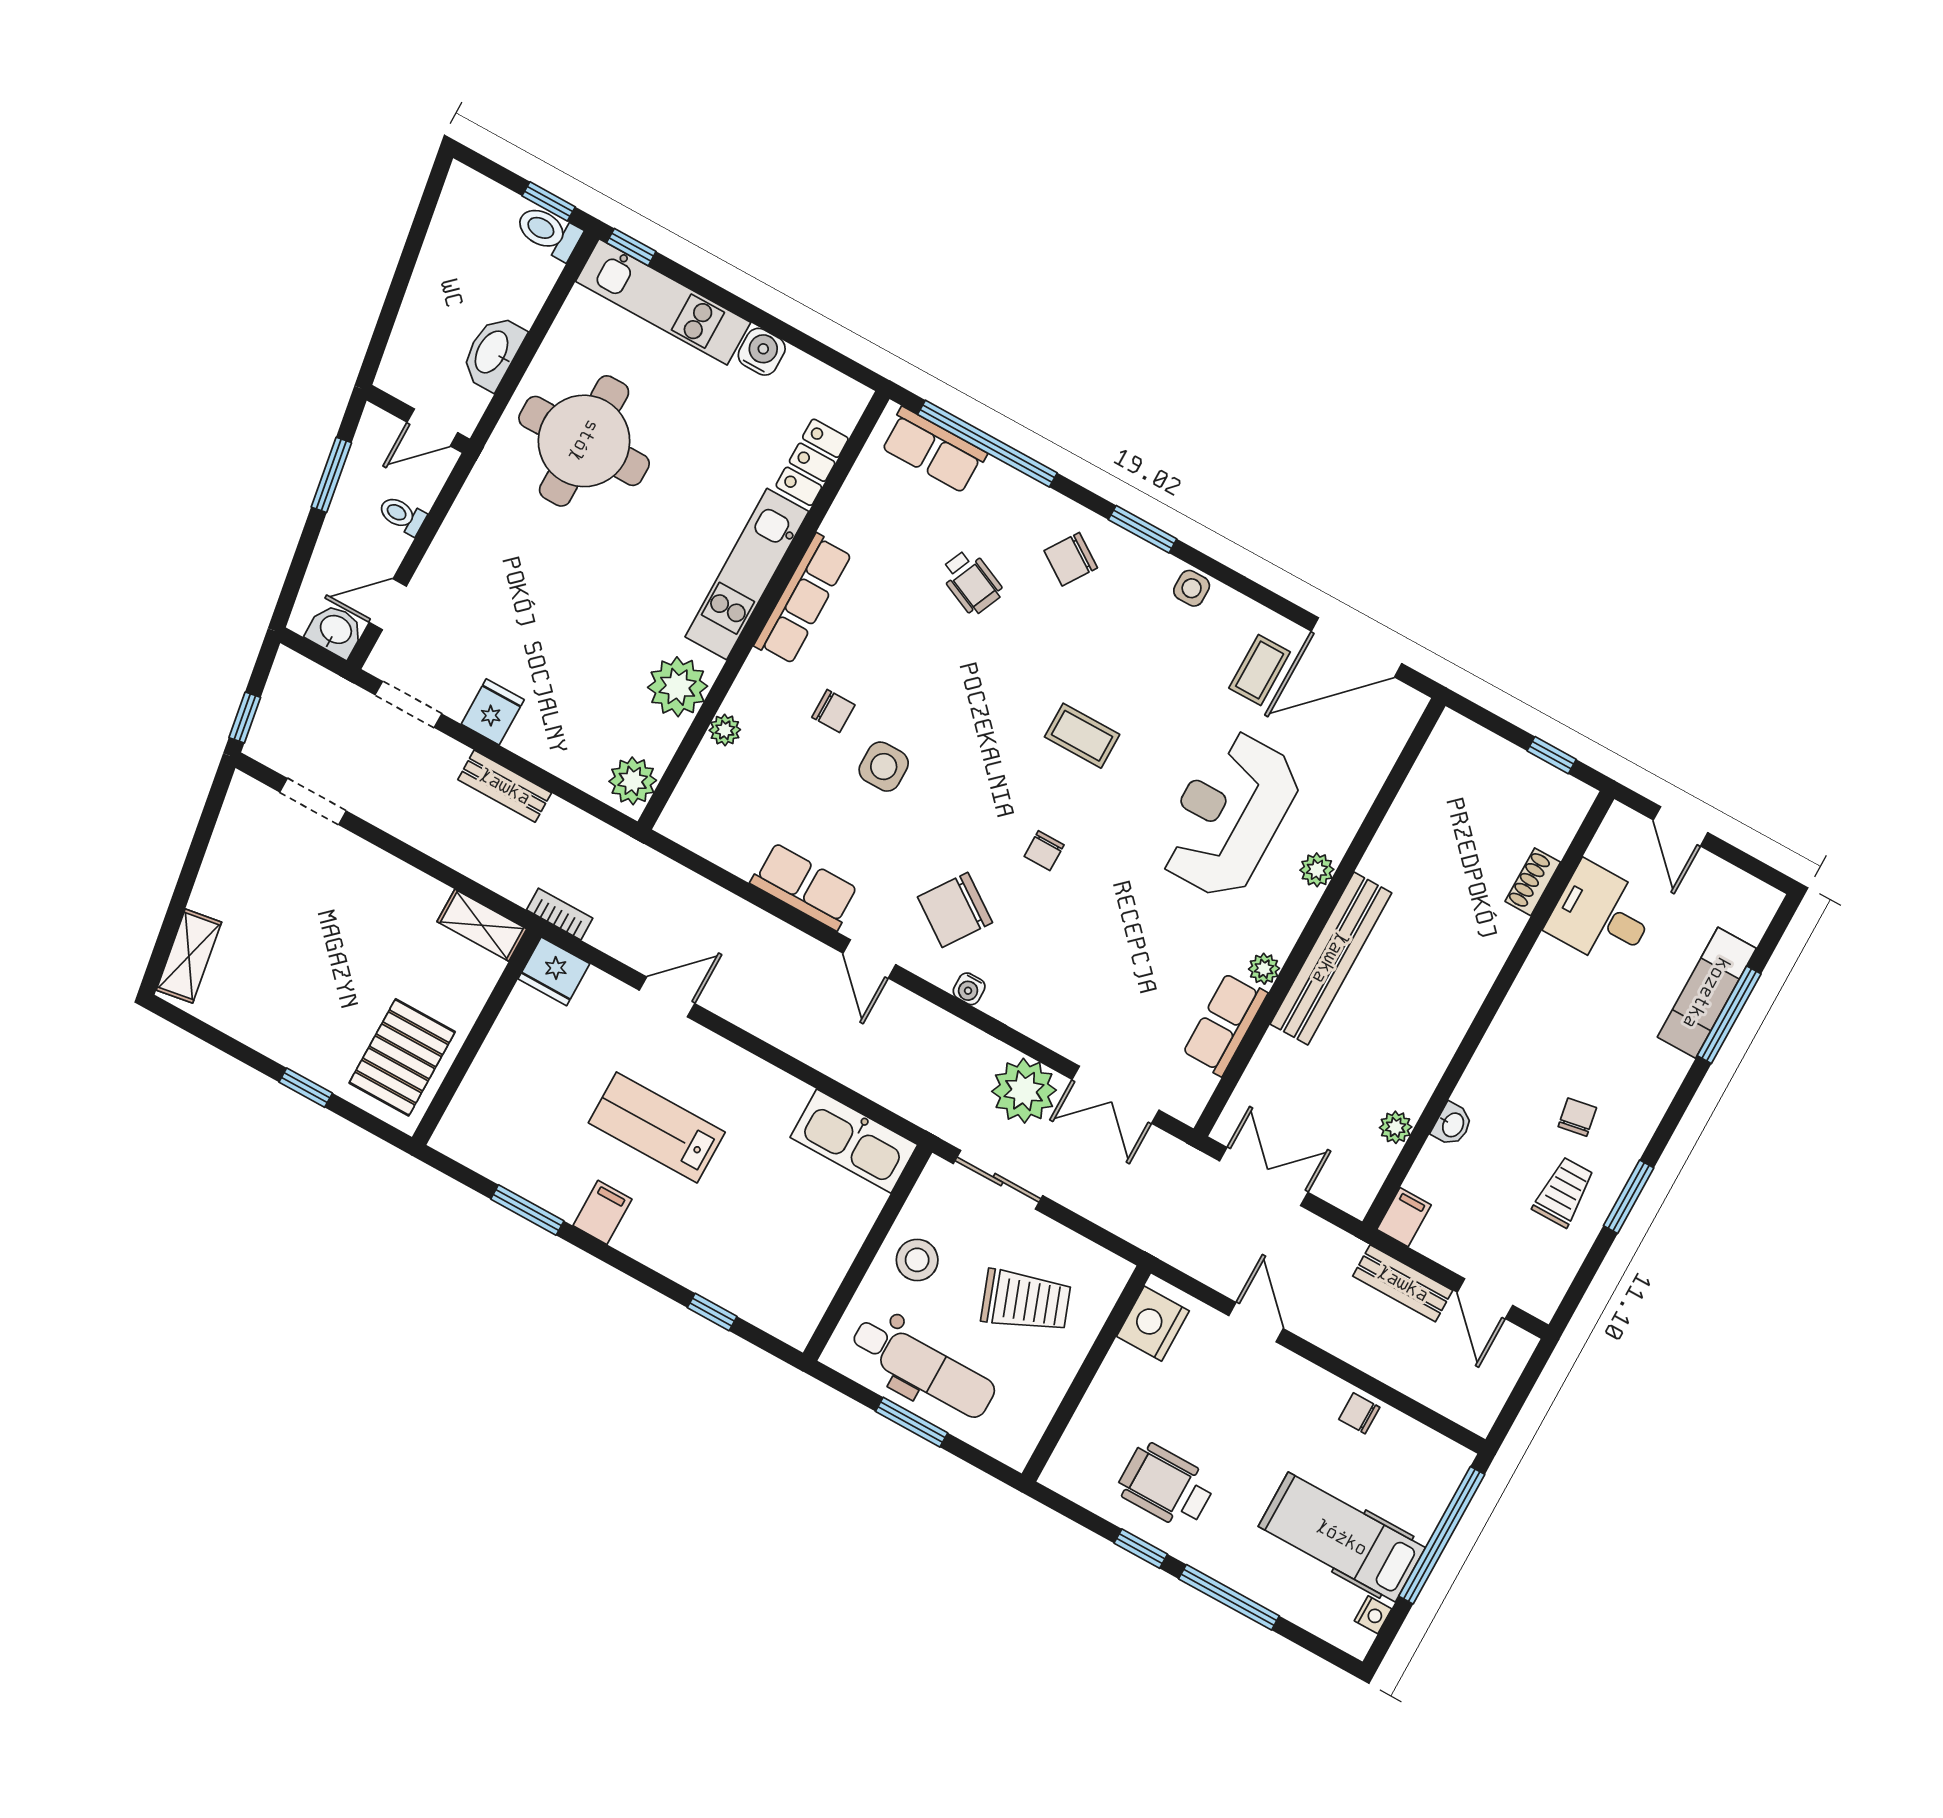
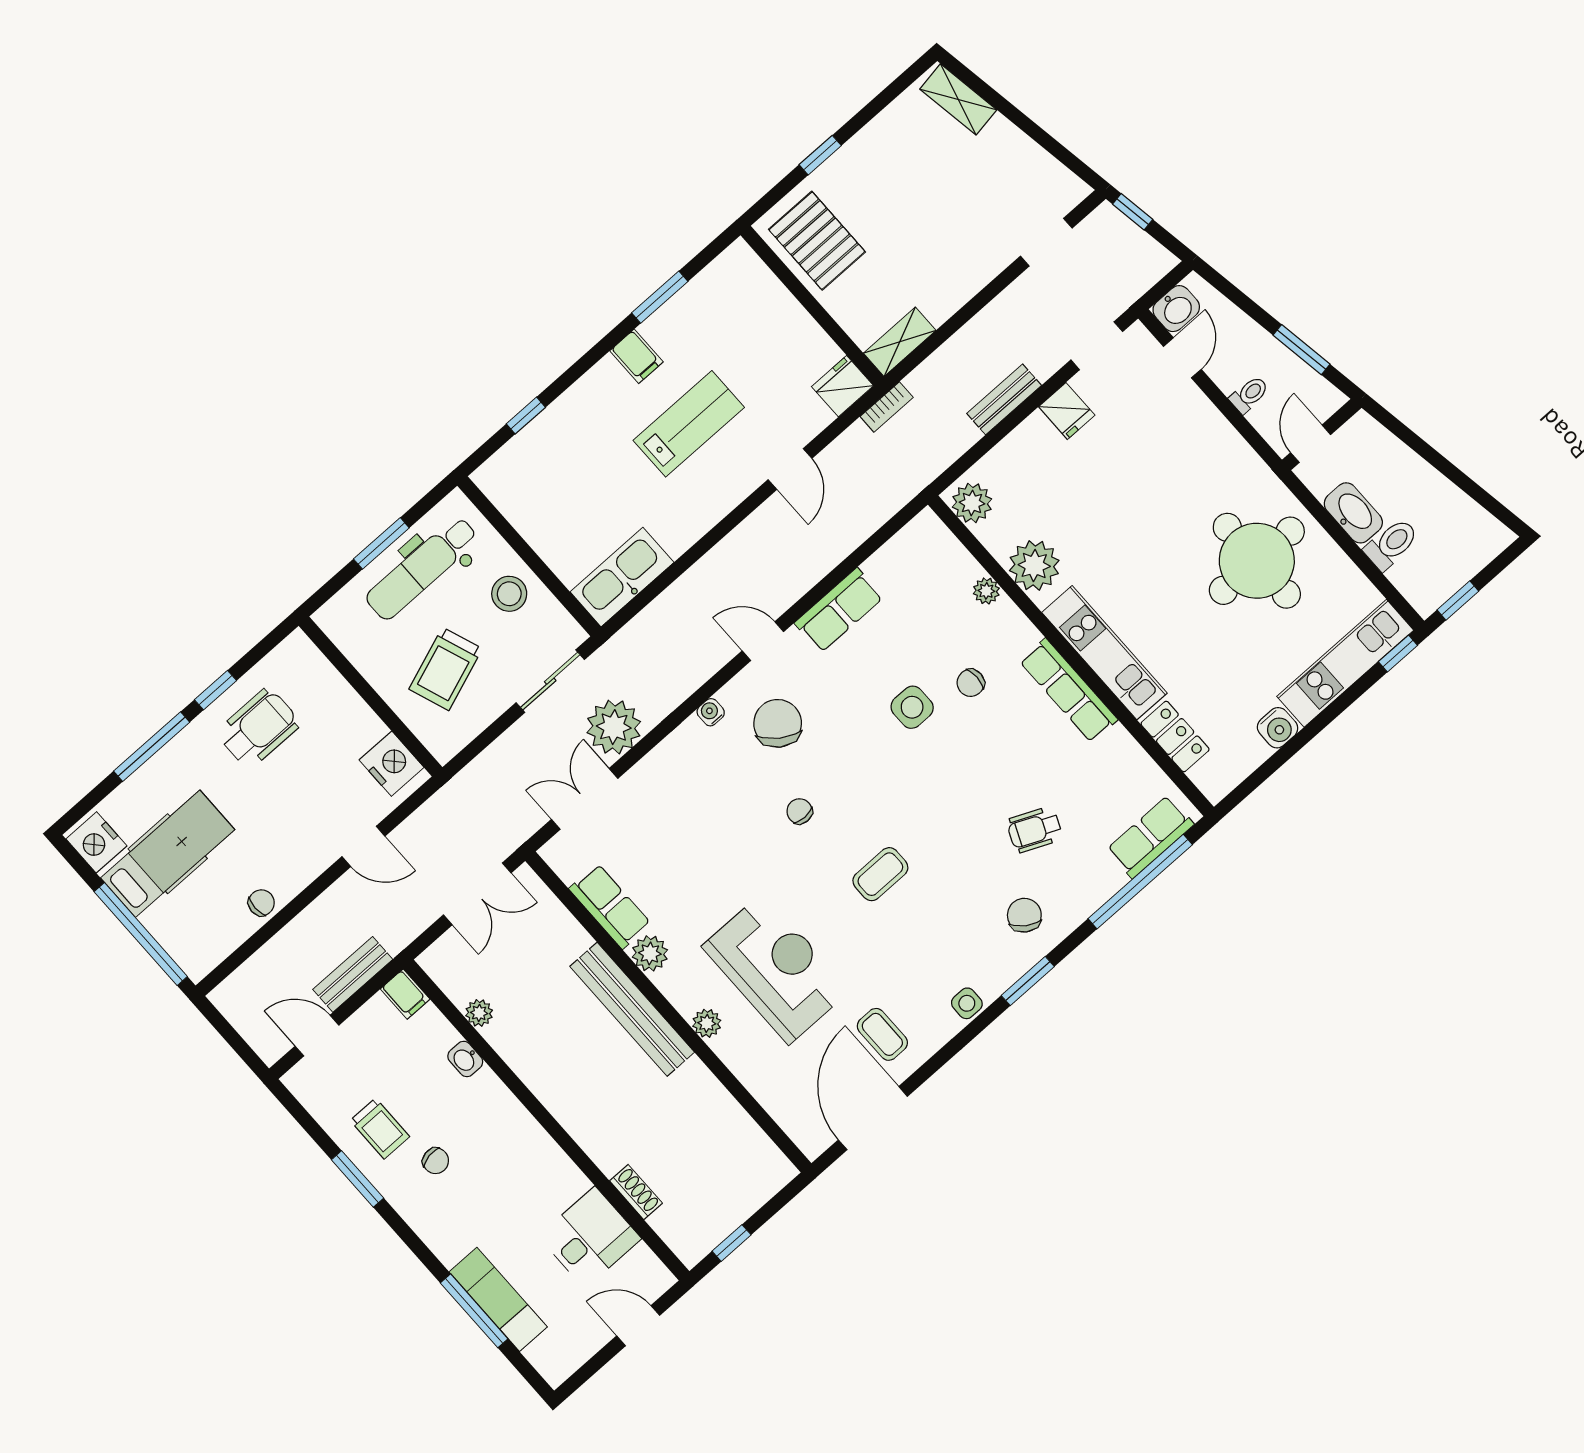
toilet: (548, 232) -> (1391, 544), moved
plant: (1264, 969) -> (650, 953), width x1.38, depth x1.38
nightstand: (1373, 1615) -> (96, 842), width x1.89, depth x1.79

